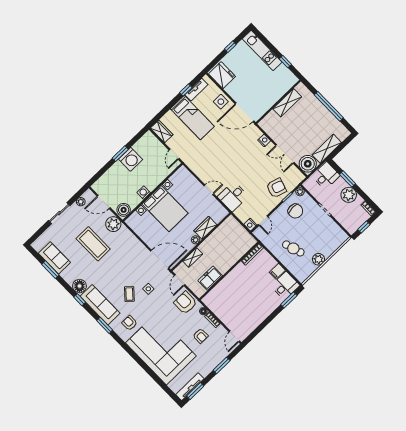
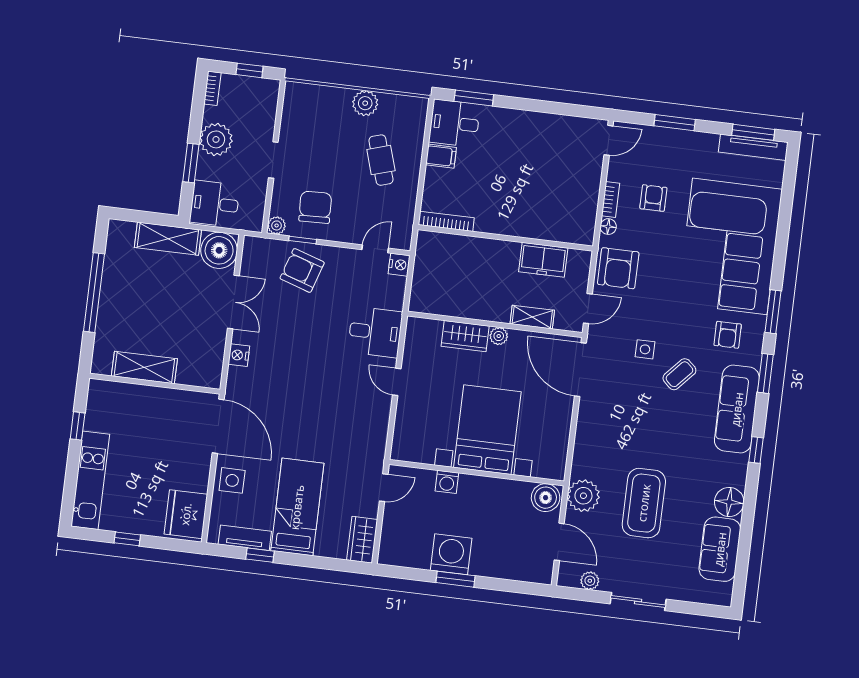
washing machine: (144, 193) -> (447, 482), moved
window: (50, 270) -> (773, 312), moved
floor lamp: (79, 286) -> (729, 502), moved

